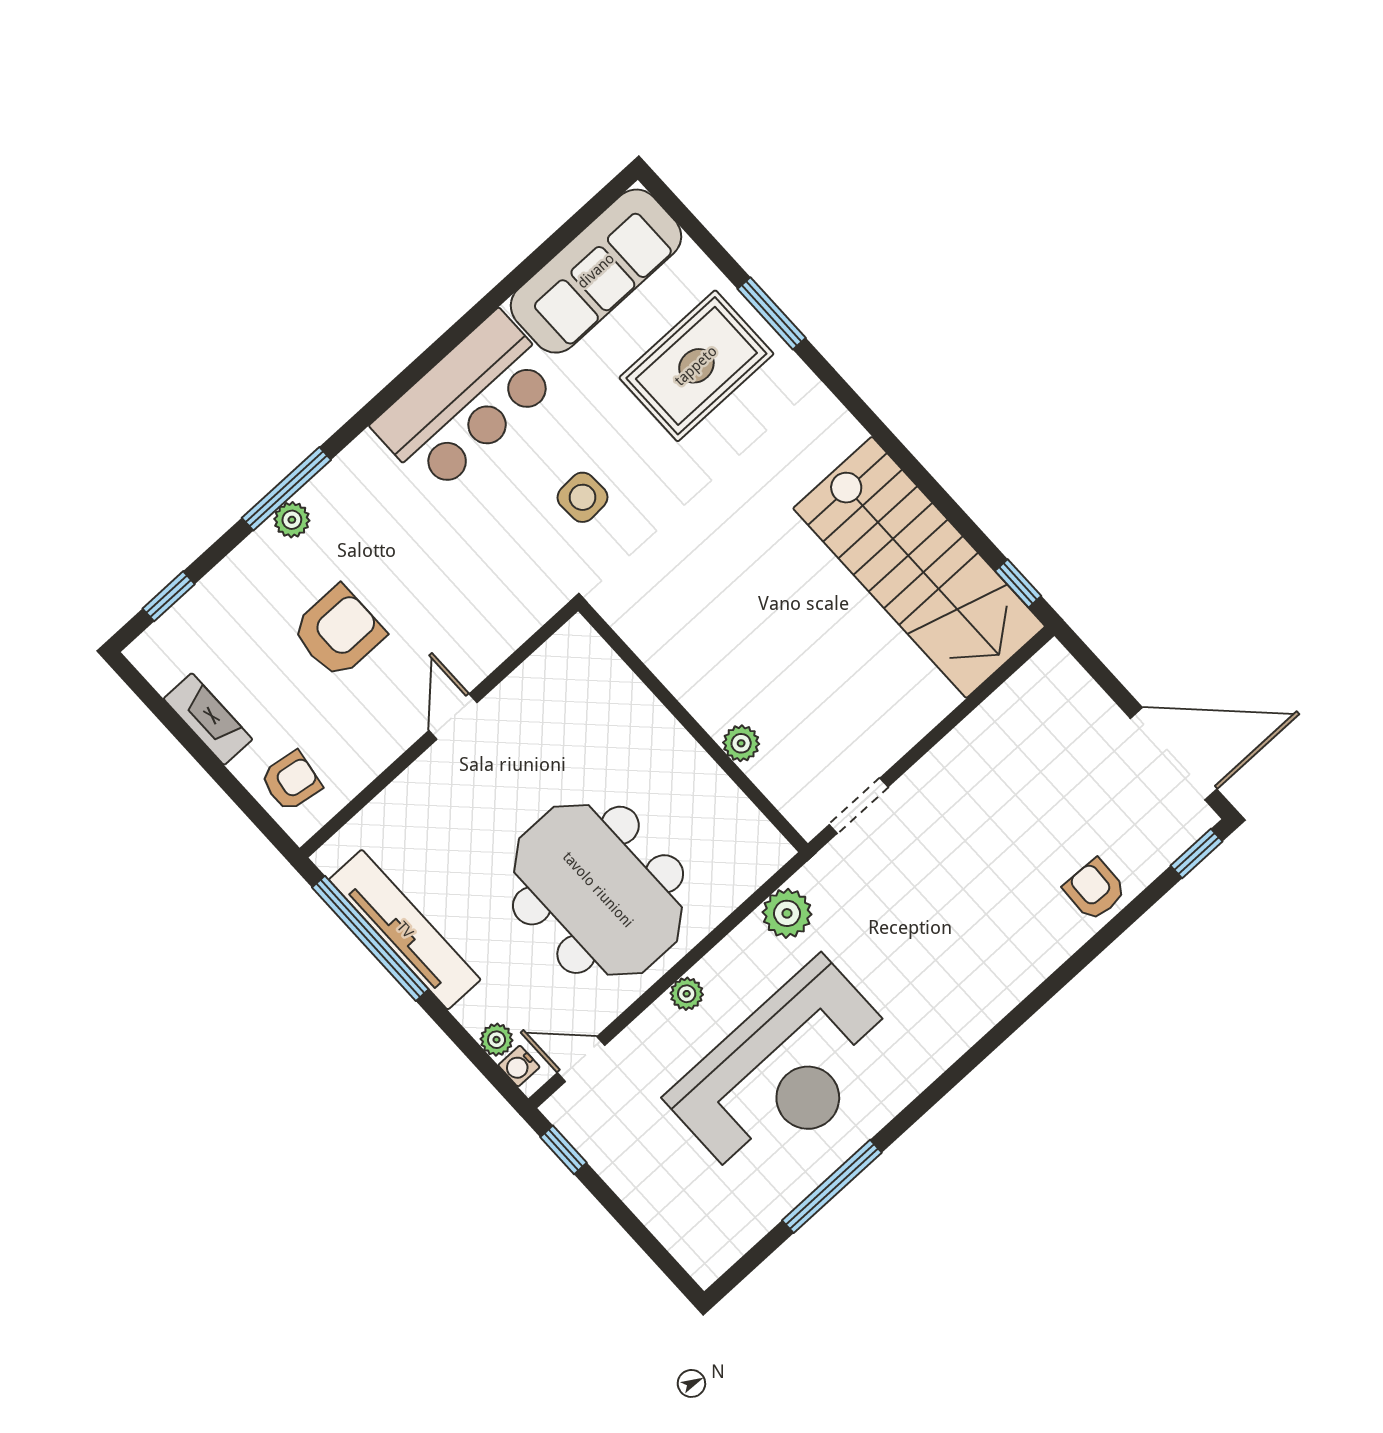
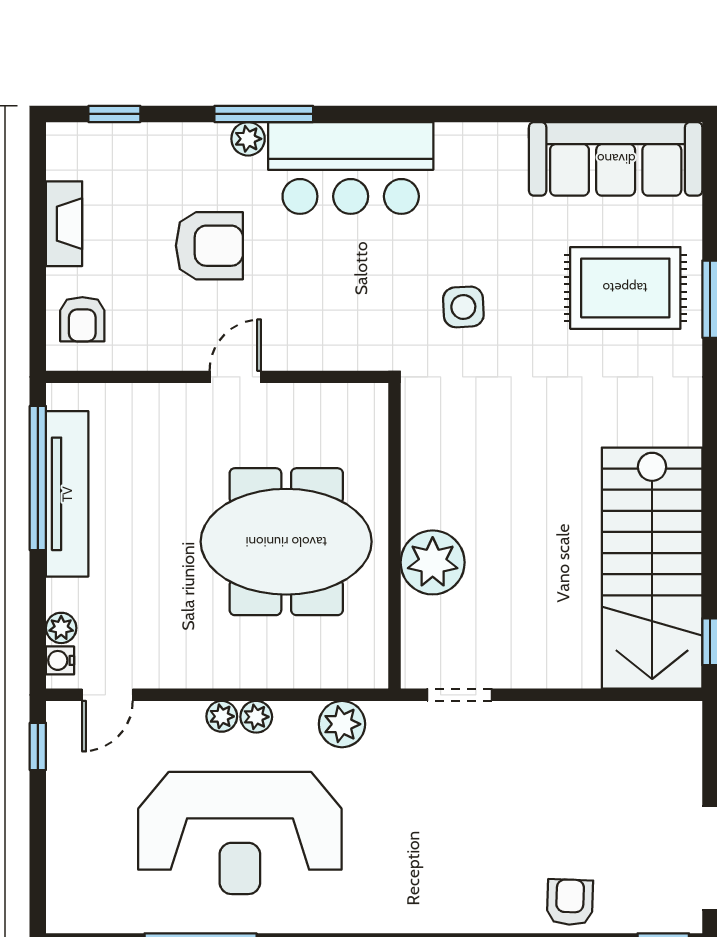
bar counter: (467, 402) -> (351, 168), moved
plant: (741, 743) -> (433, 562), width x1.87, depth x1.87
armchair: (291, 781) -> (82, 319), turned 81
meeting table: (598, 890) -> (286, 542), moved, turned 90
plant: (714, 969) -> (256, 717), added
door: (581, 1059) -> (107, 695), swing flipped

